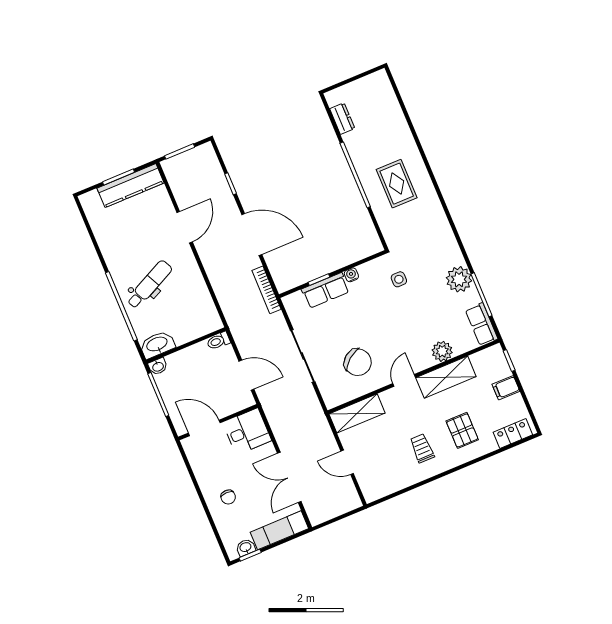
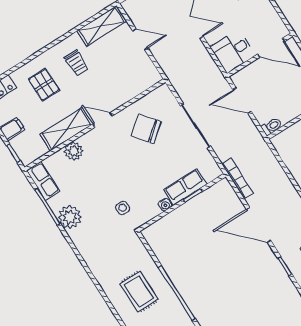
door: (404, 380) -> (103, 120), swing flipped
shelving: (357, 413) -> (101, 26), moved

